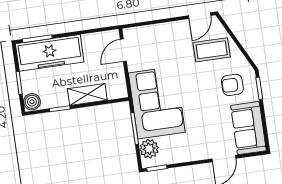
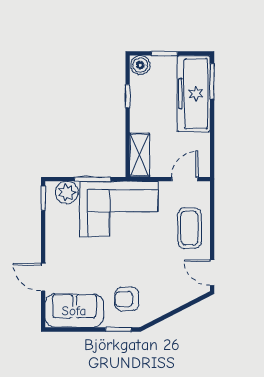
door: (123, 50) -> (185, 179), hinge flipped
coffee table: (212, 50) -> (190, 228), moved
armchair: (232, 85) -> (127, 299), turned -90
shelving: (87, 94) -> (140, 155), moved

